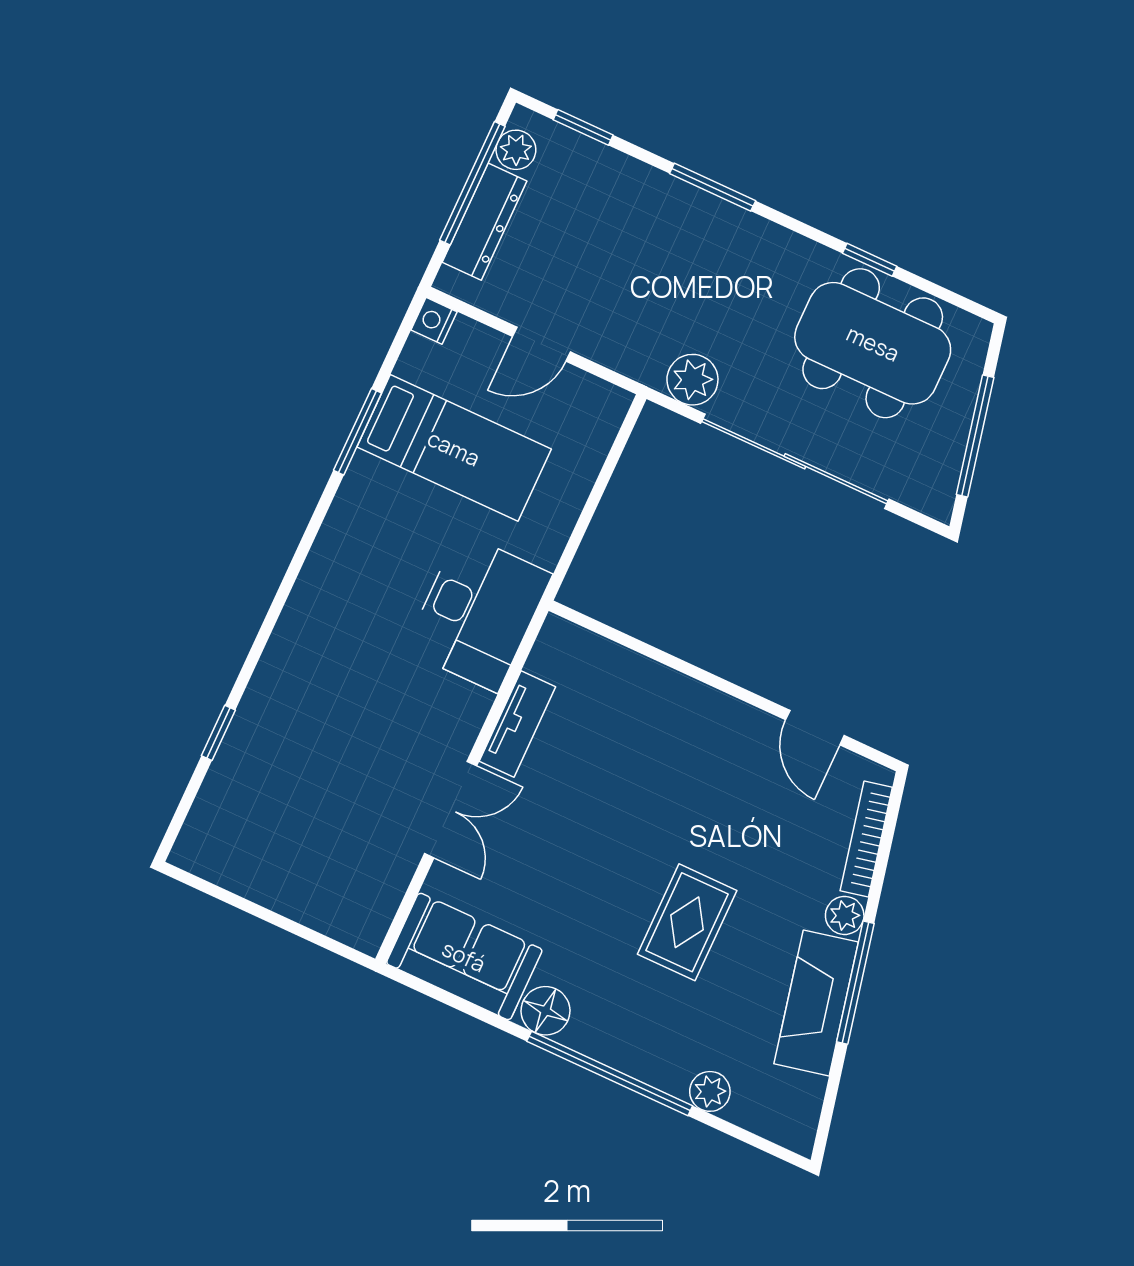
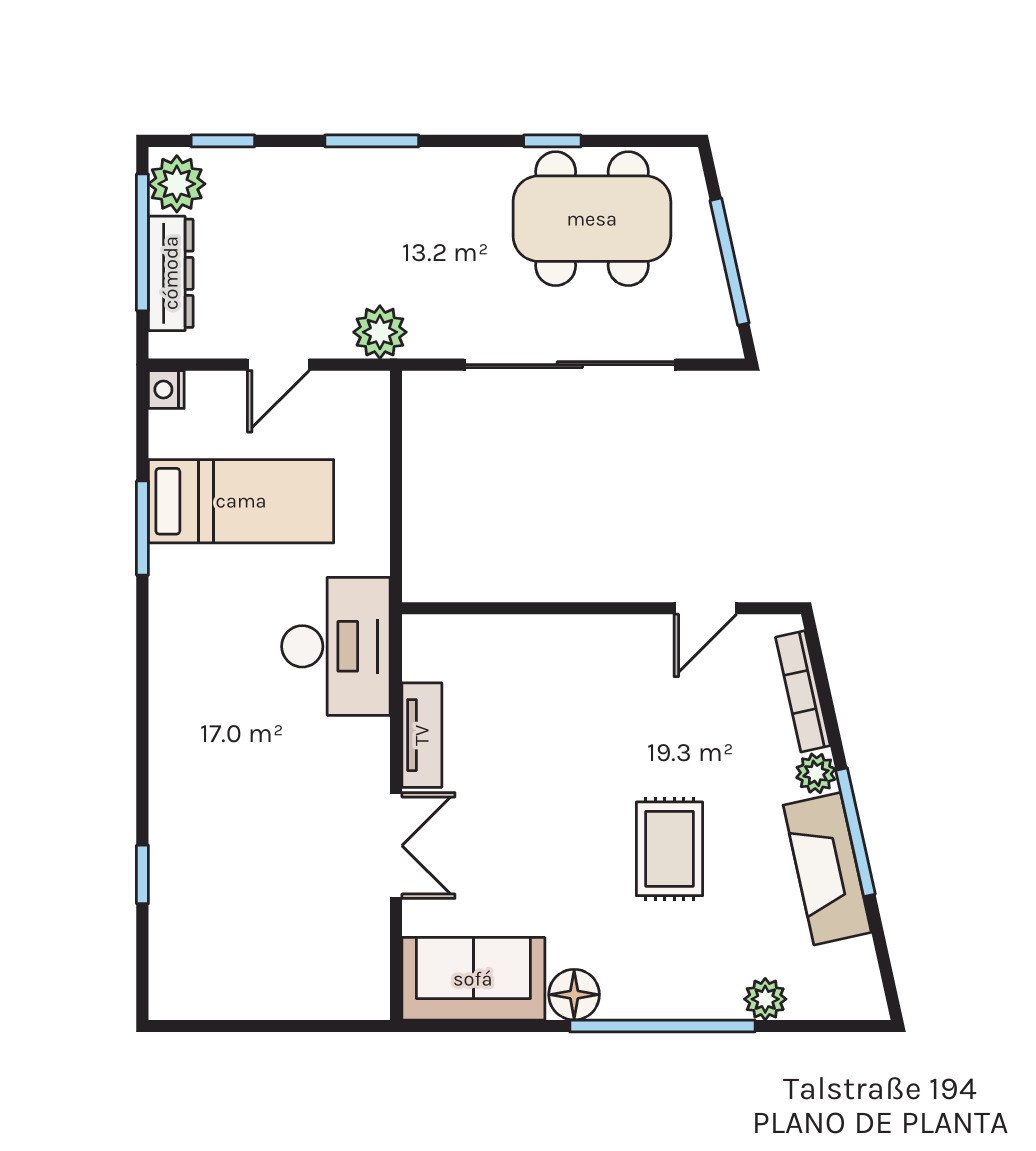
plant: (516, 150) -> (177, 184), width x1.38, depth x1.38
plant: (692, 380) -> (380, 332), moved
door: (815, 728) -> (705, 608), hinge flipped

